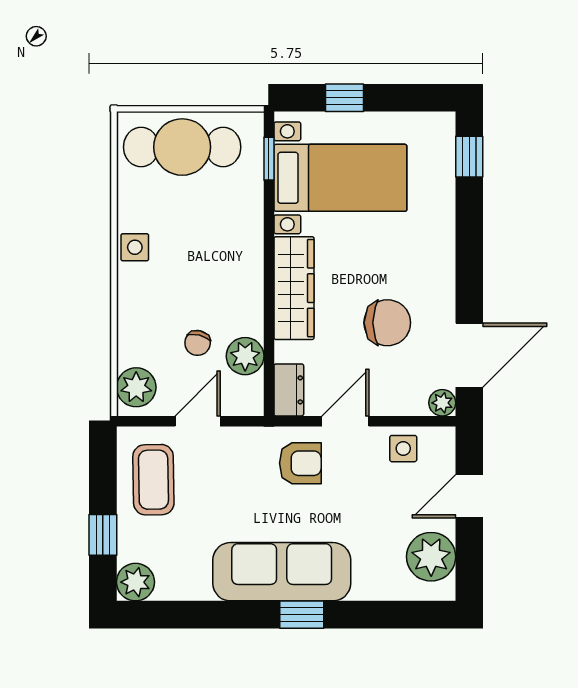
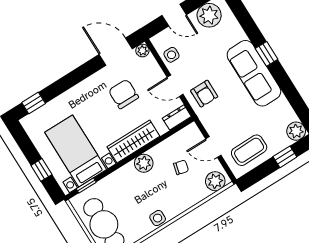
plant: (245, 356) -> (144, 163), moved
armchair: (300, 463) -> (204, 94), turned 180

